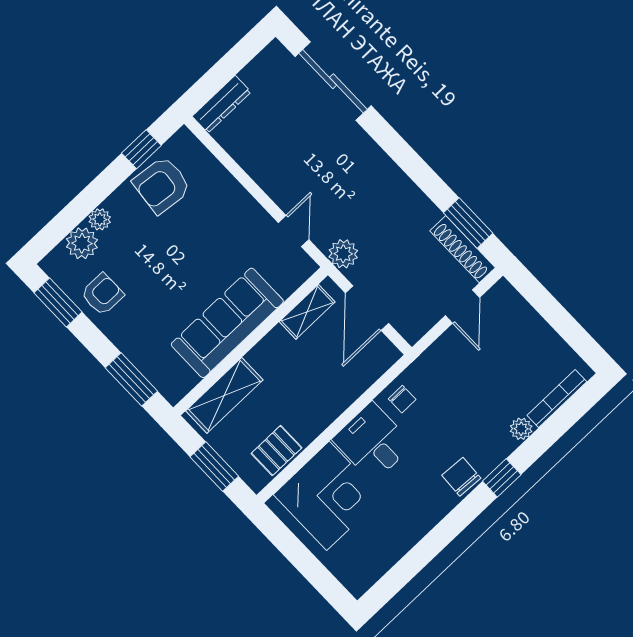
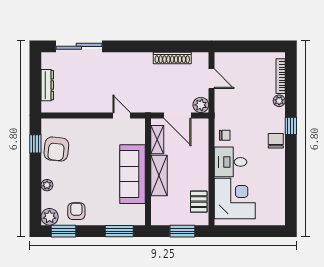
dresser: (222, 104) -> (47, 85), moved
window: (468, 223) -> (182, 46), removed
plant: (82, 243) -> (50, 217), moved
shoe rack: (463, 249) -> (172, 58), moved
plant: (343, 254) -> (201, 105), moved
shelving: (224, 395) -> (159, 175), moved
chair: (461, 477) -> (276, 141), turned 87

